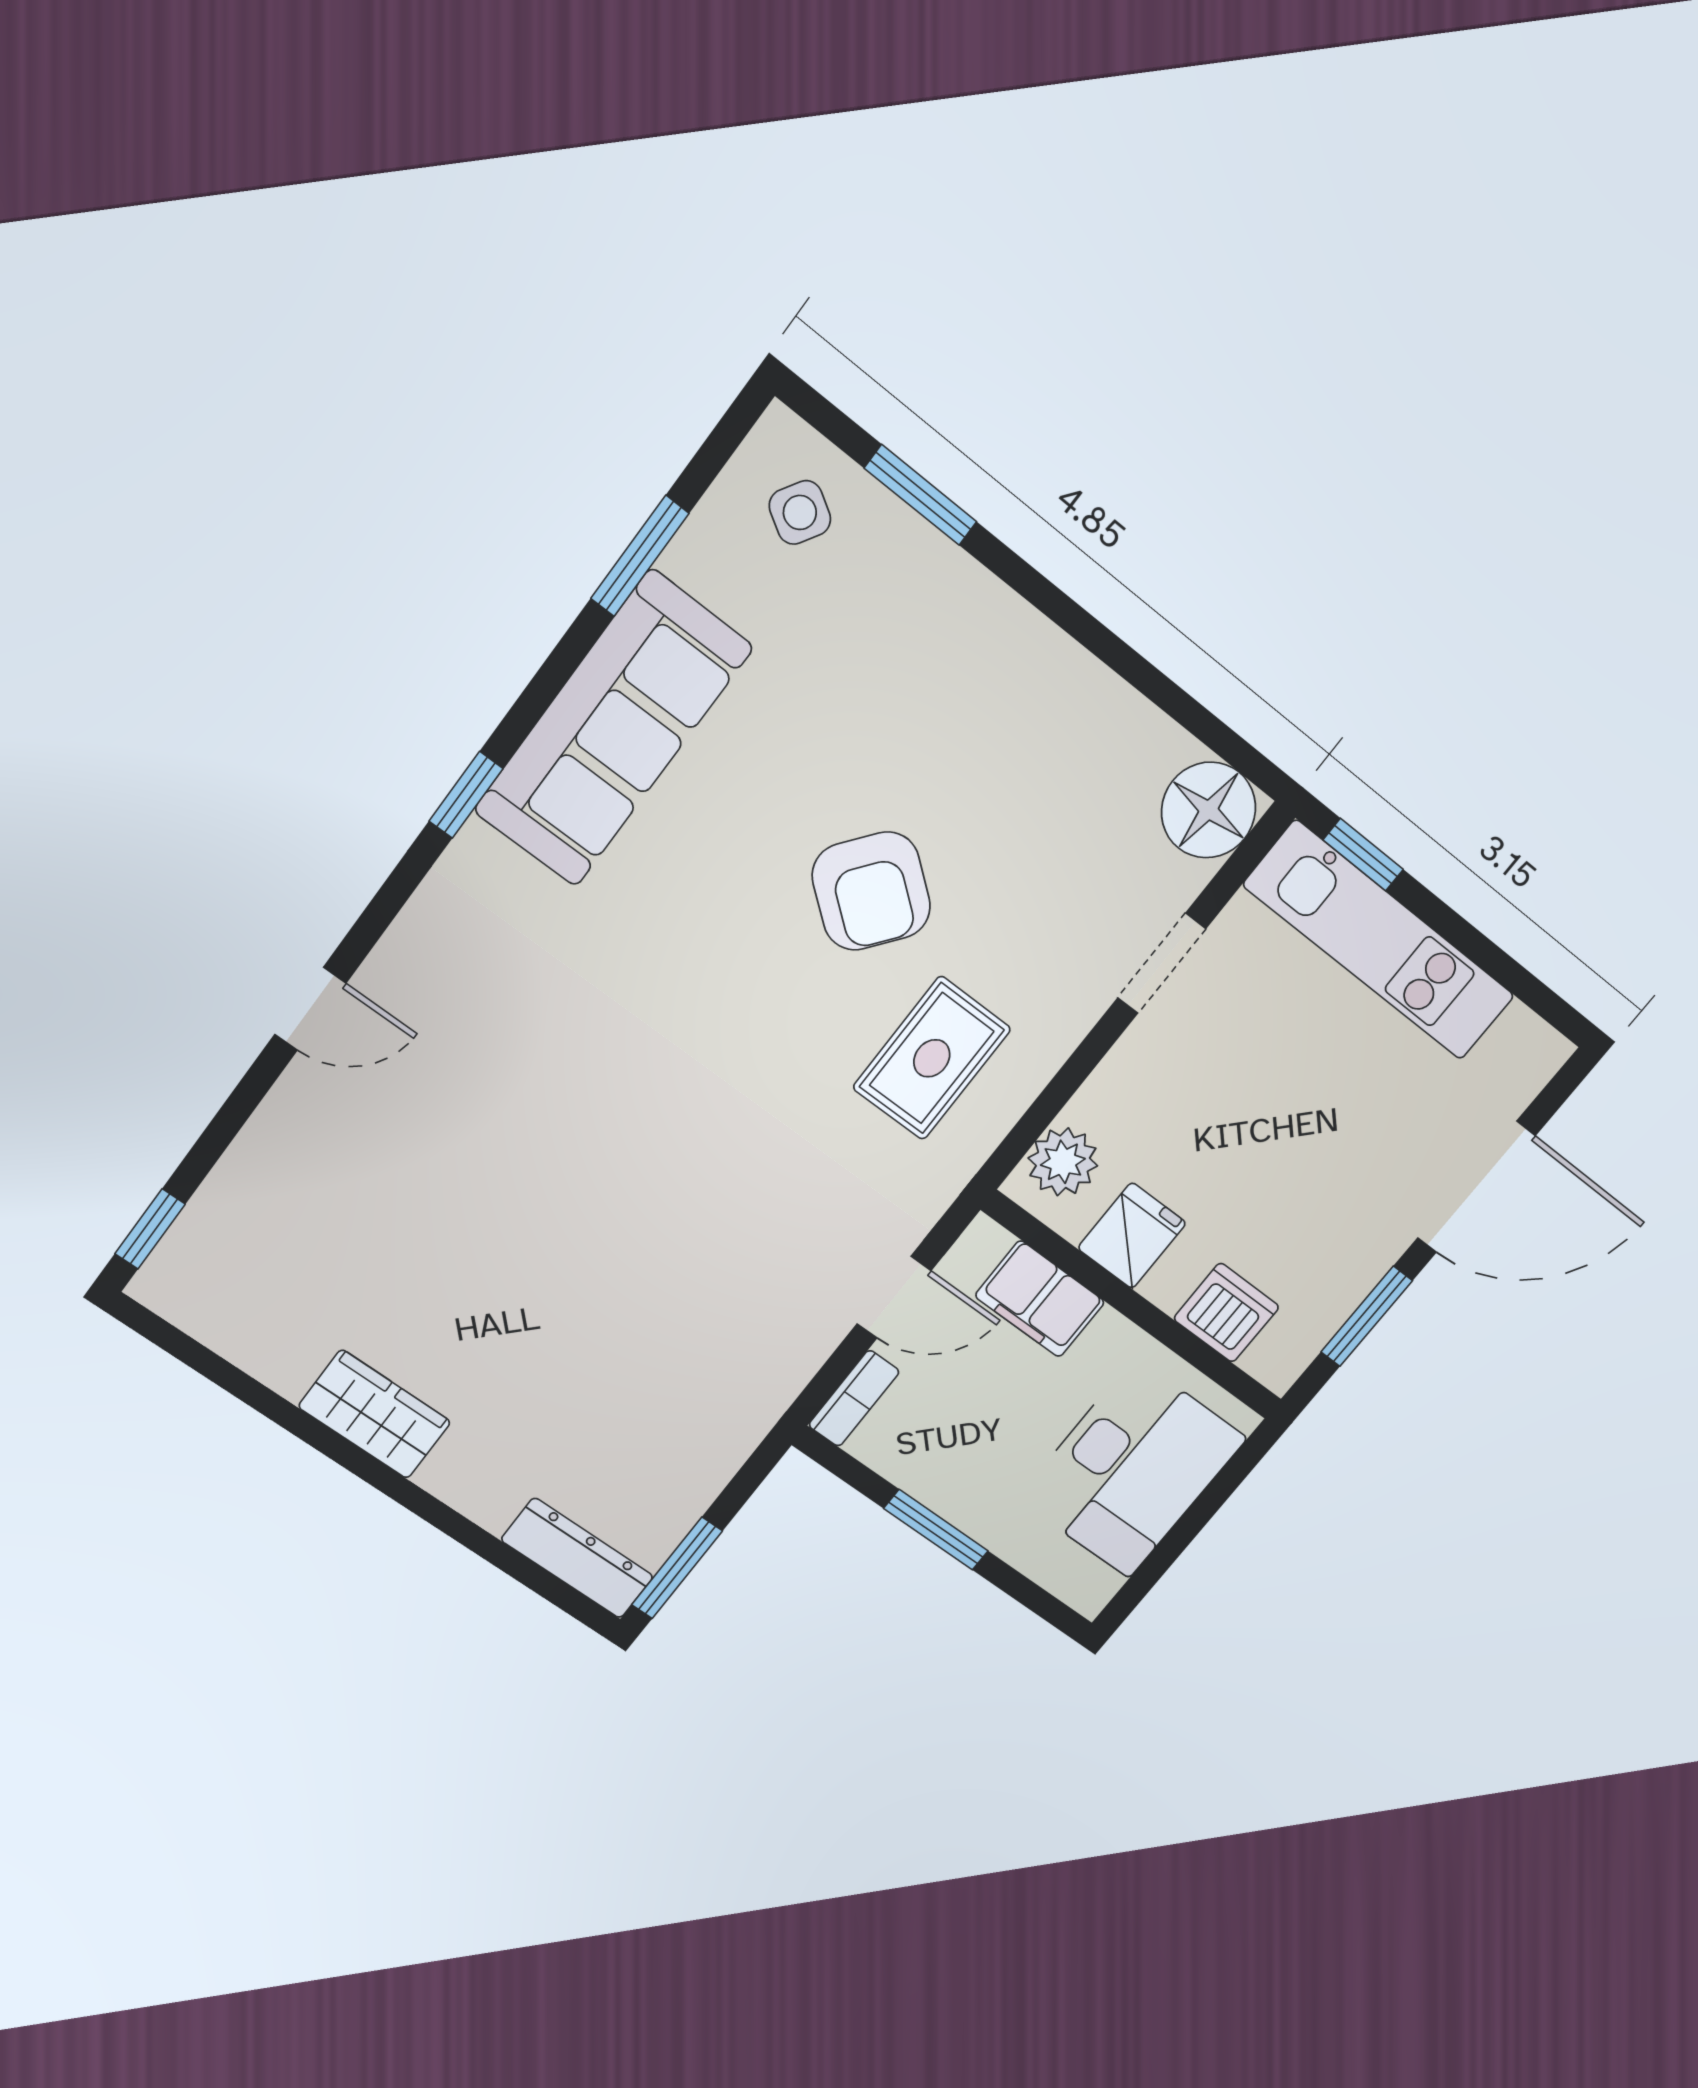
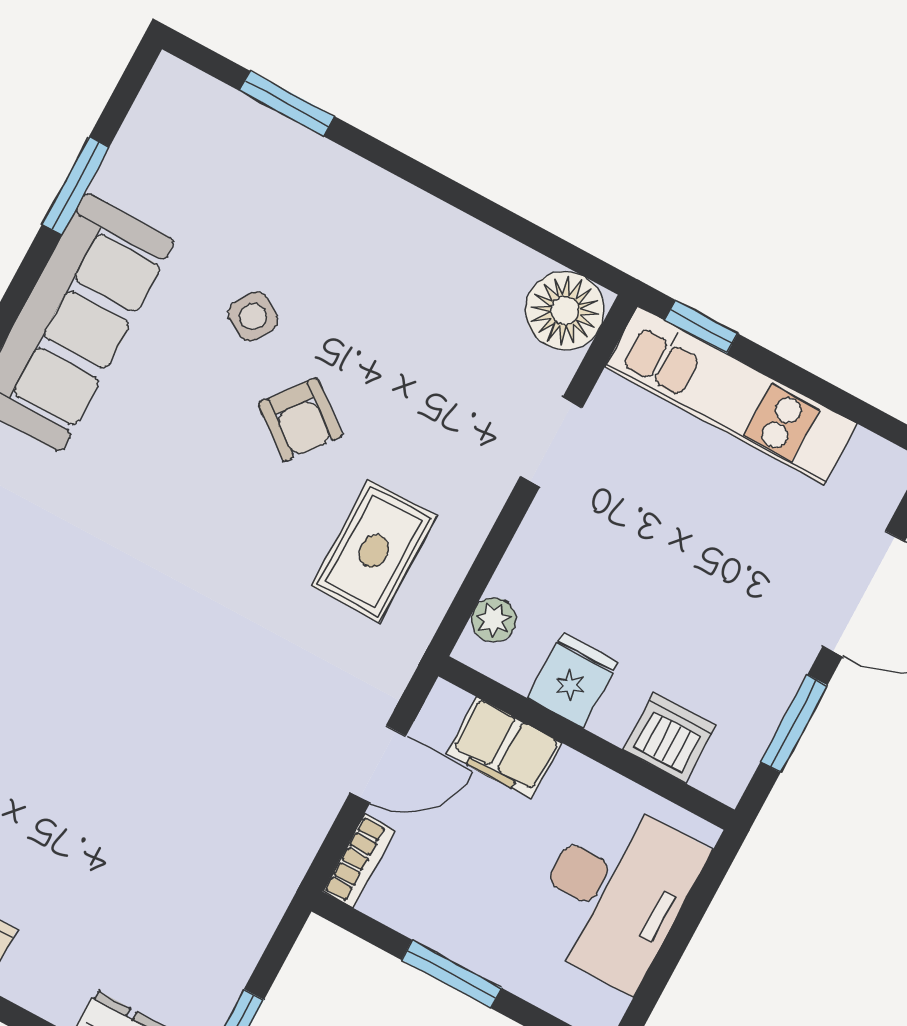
side table: (800, 512) -> (253, 316), moved
armchair: (871, 891) -> (300, 420), width x0.72, depth x0.72
plant: (1063, 1162) -> (494, 620), width x0.73, depth x0.73

